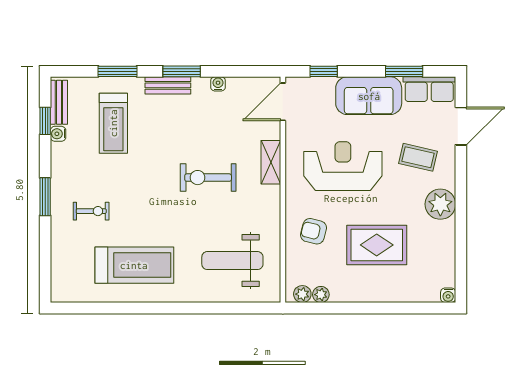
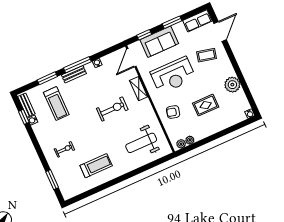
window: (182, 71) -> (77, 65), width x1.44
window: (404, 71) -> (172, 22), moved
sofa: (369, 96) -> (159, 42), moved
reception desk: (343, 166) -> (173, 75), turned 180
exercise bike: (208, 178) -> (112, 109), turned 180
window: (45, 197) -> (52, 180), moved
plant: (440, 204) -> (232, 85), moved
rug: (377, 245) -> (206, 105), width x0.73, depth x0.70
treadmill: (134, 265) -> (96, 166), width x0.73, depth x0.73

